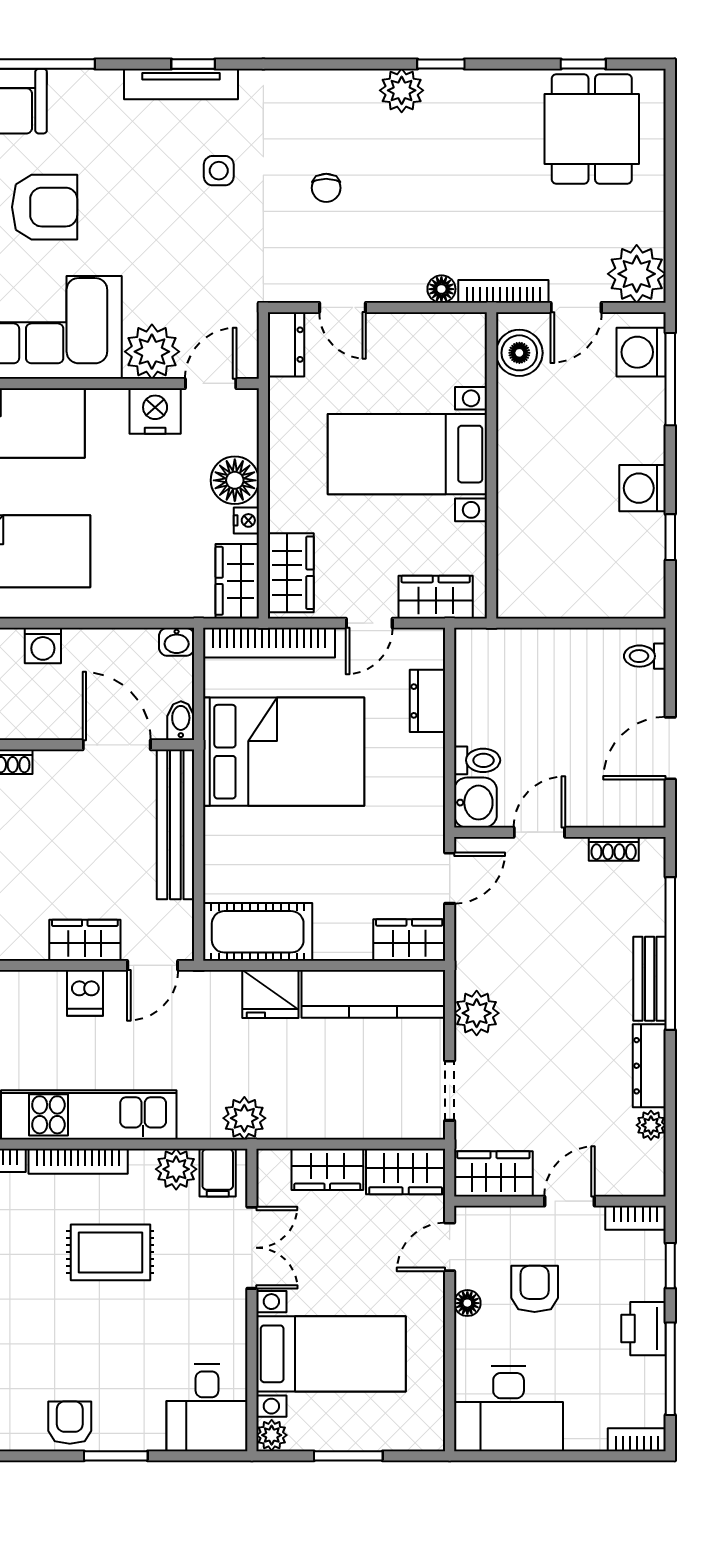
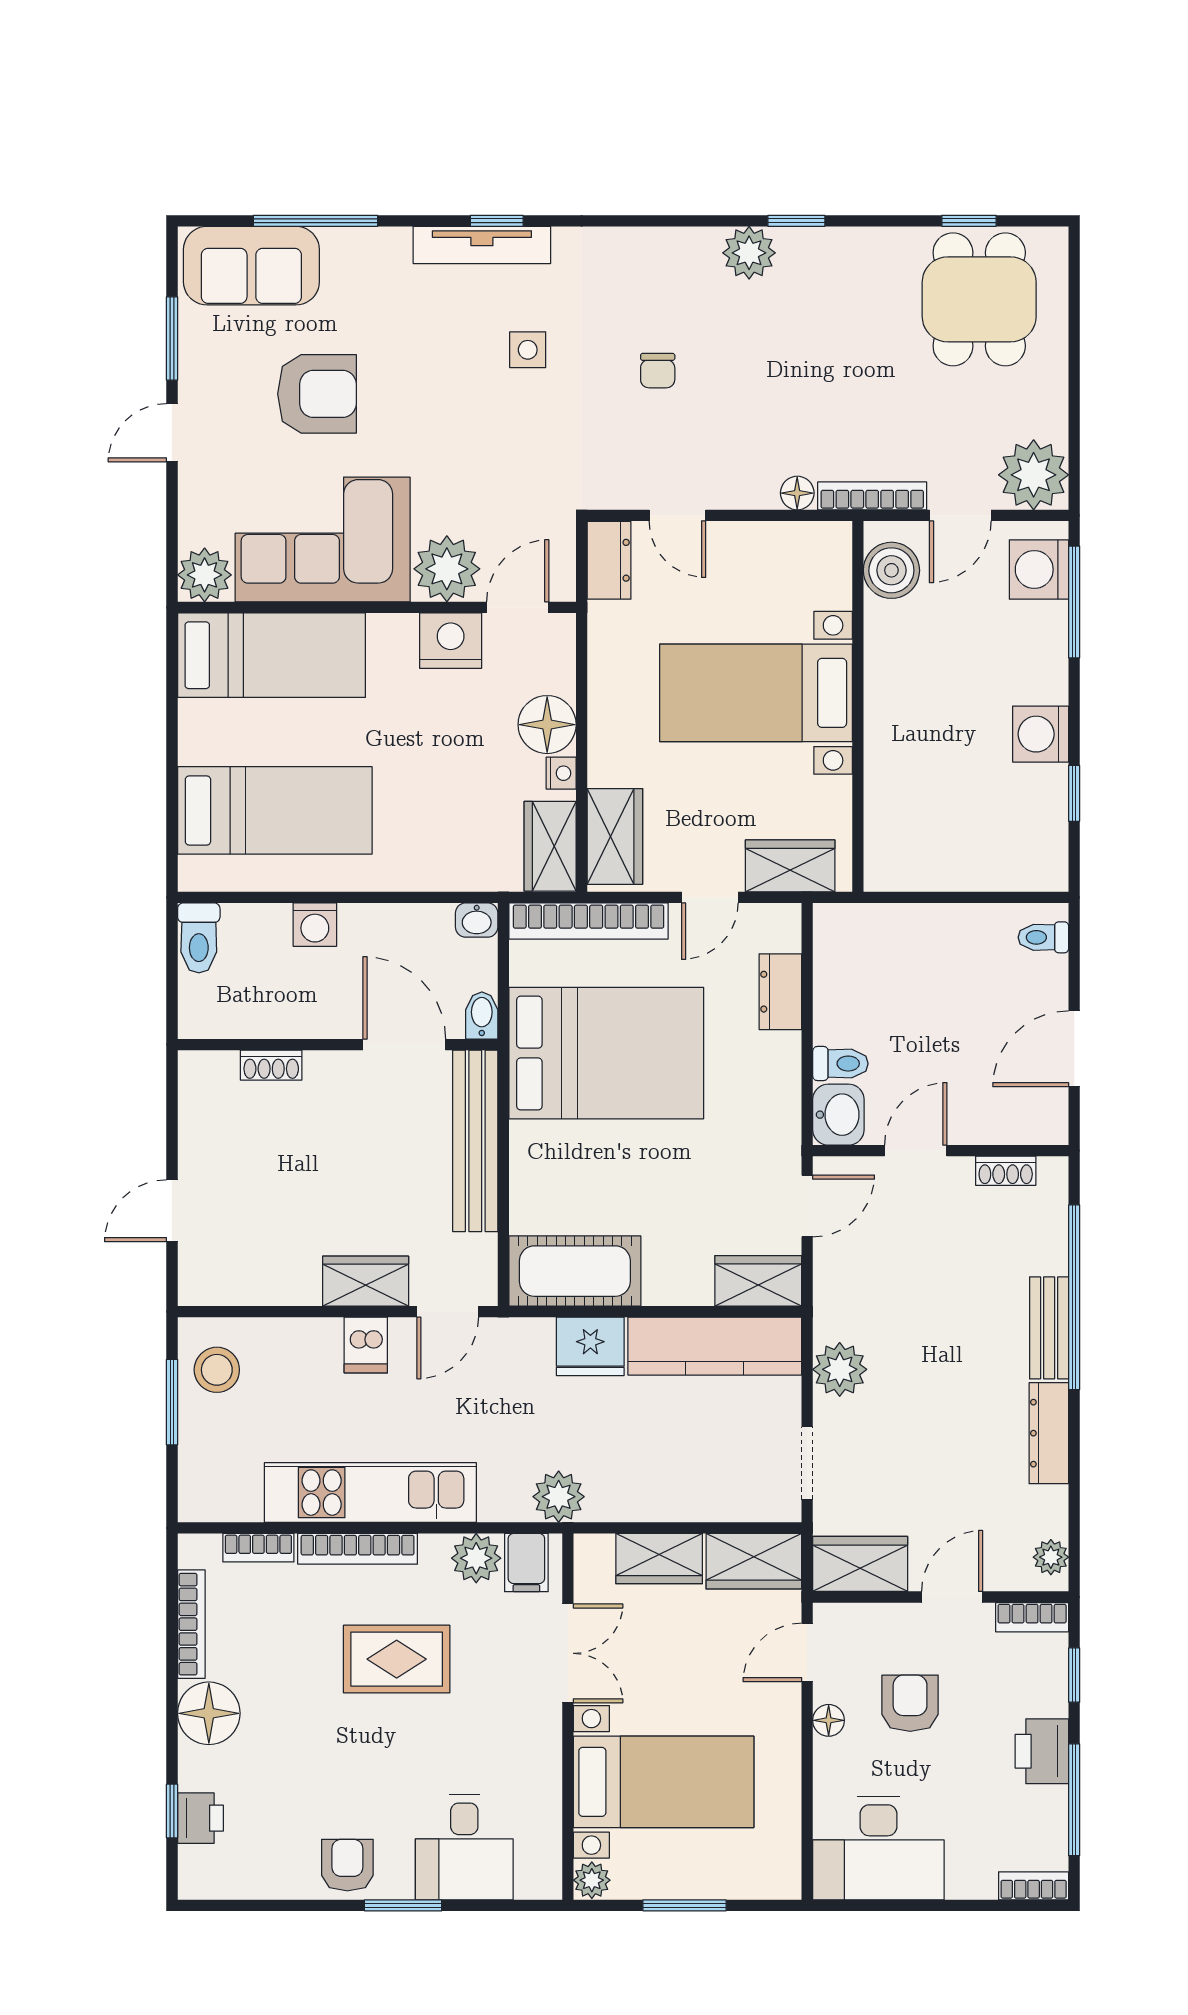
plant: (651, 1125) -> (1051, 1557), moved
desk: (207, 1408) -> (464, 1847), moved

